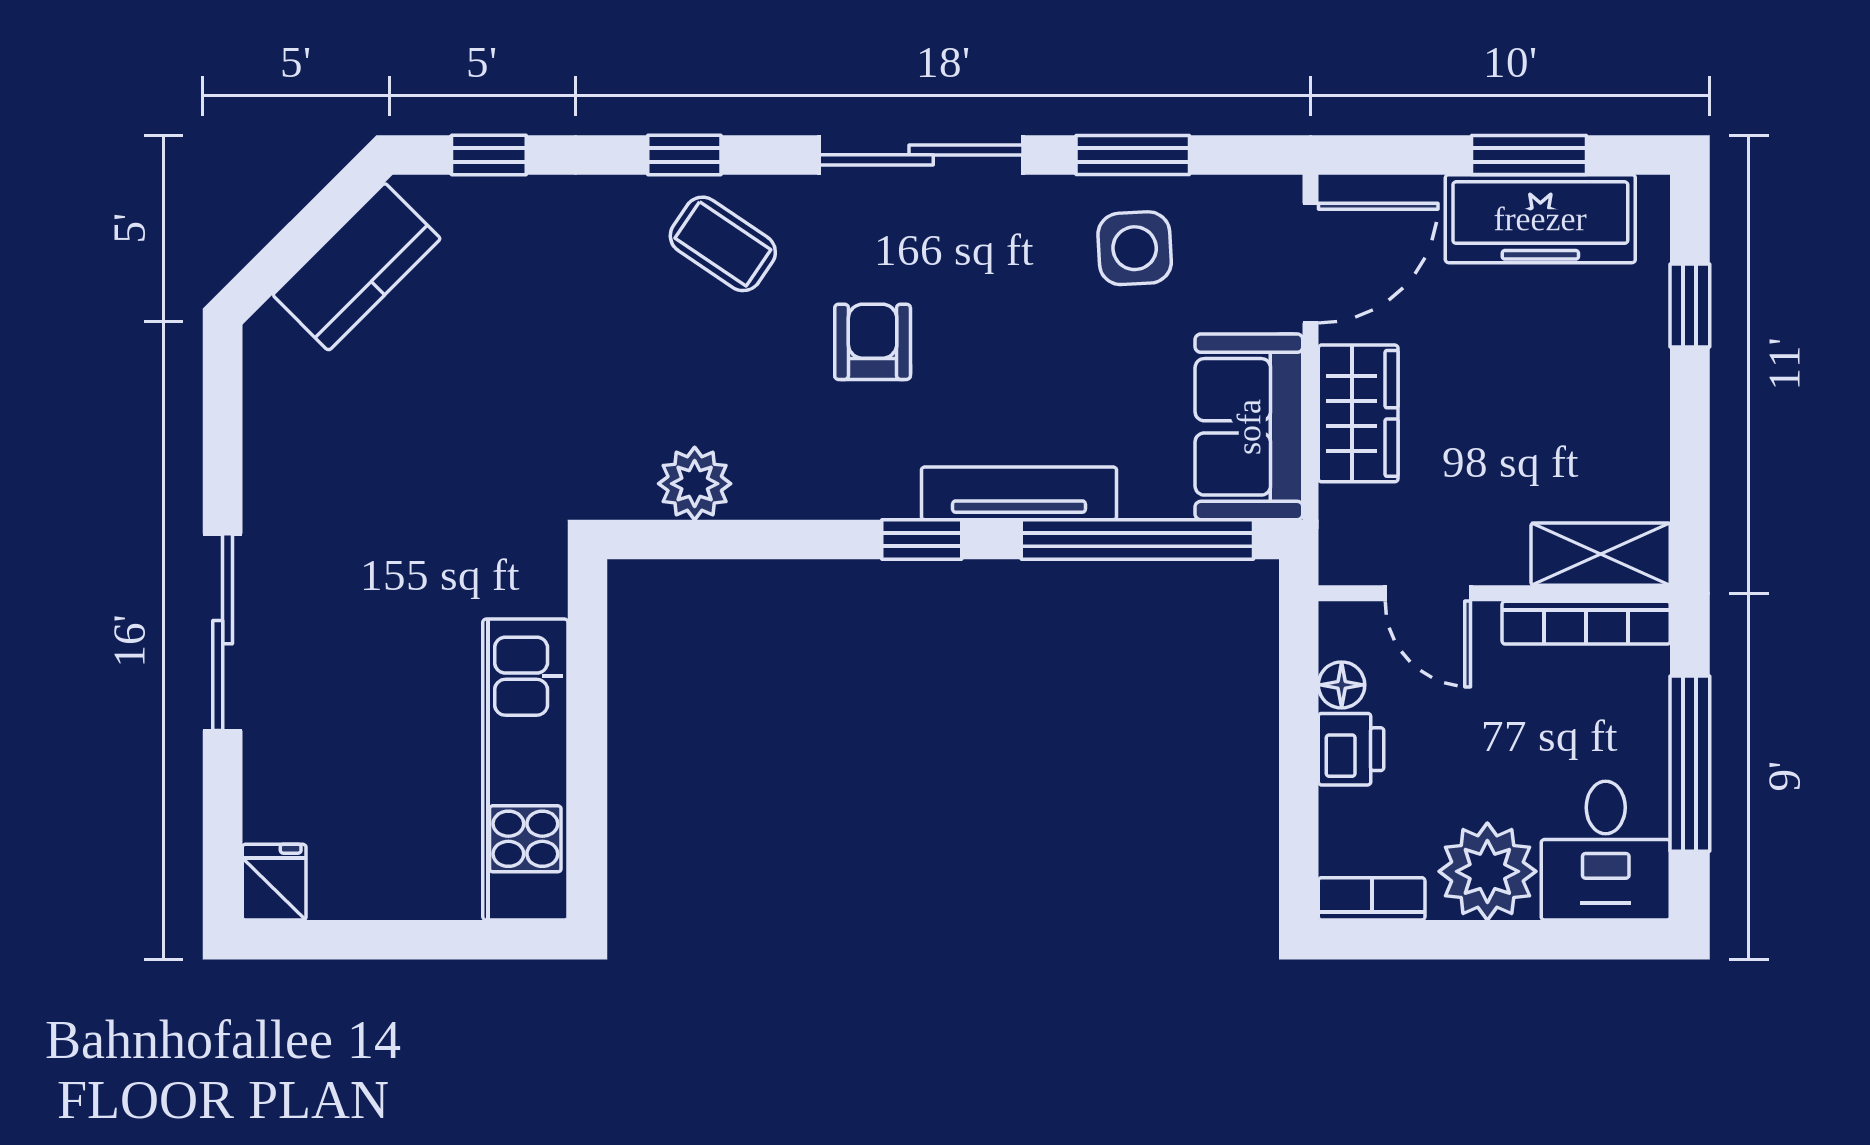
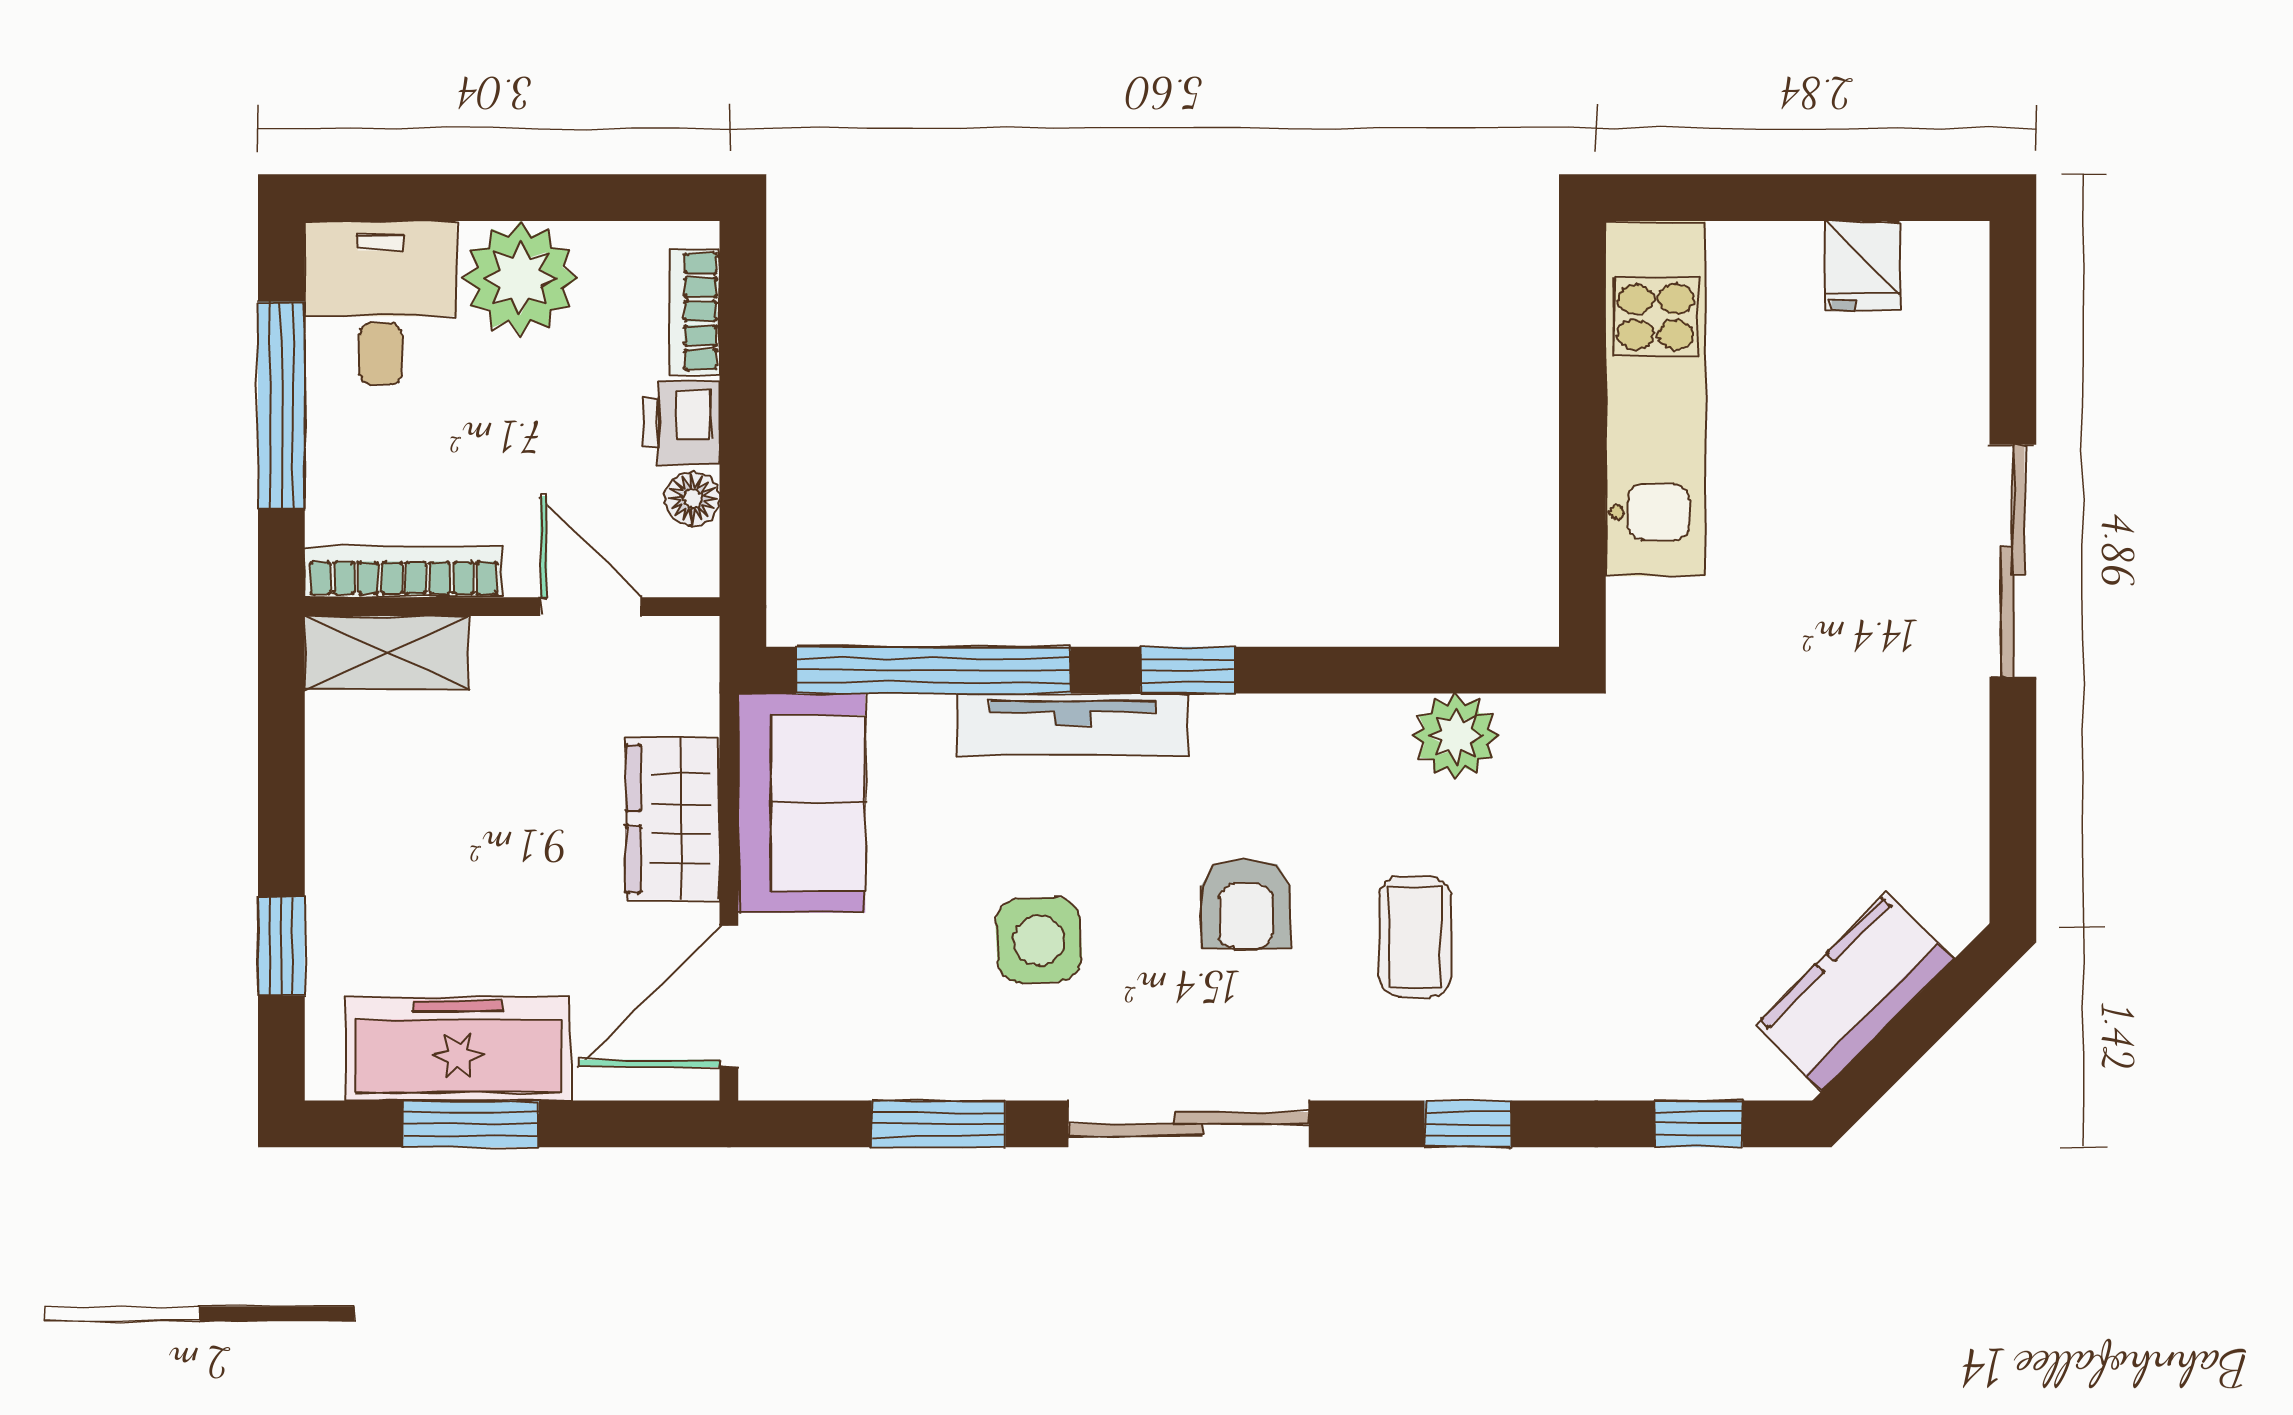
coffee table: (723, 244) -> (1415, 937), moved, turned 56
side table: (1135, 248) -> (1039, 940), moved
fridge: (274, 882) -> (1863, 266), moved
bookcase: (1372, 899) -> (695, 311), moved, turned 90

